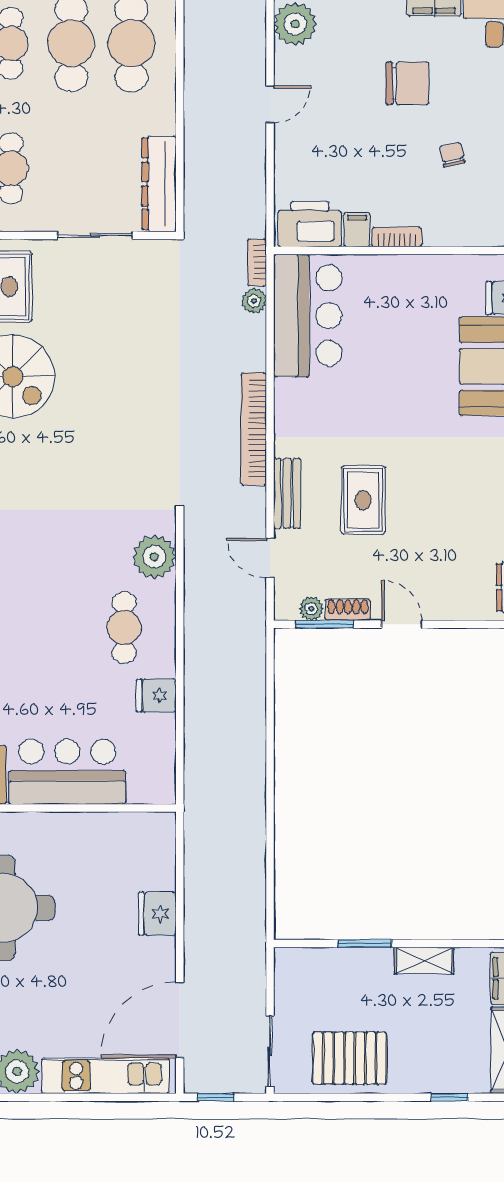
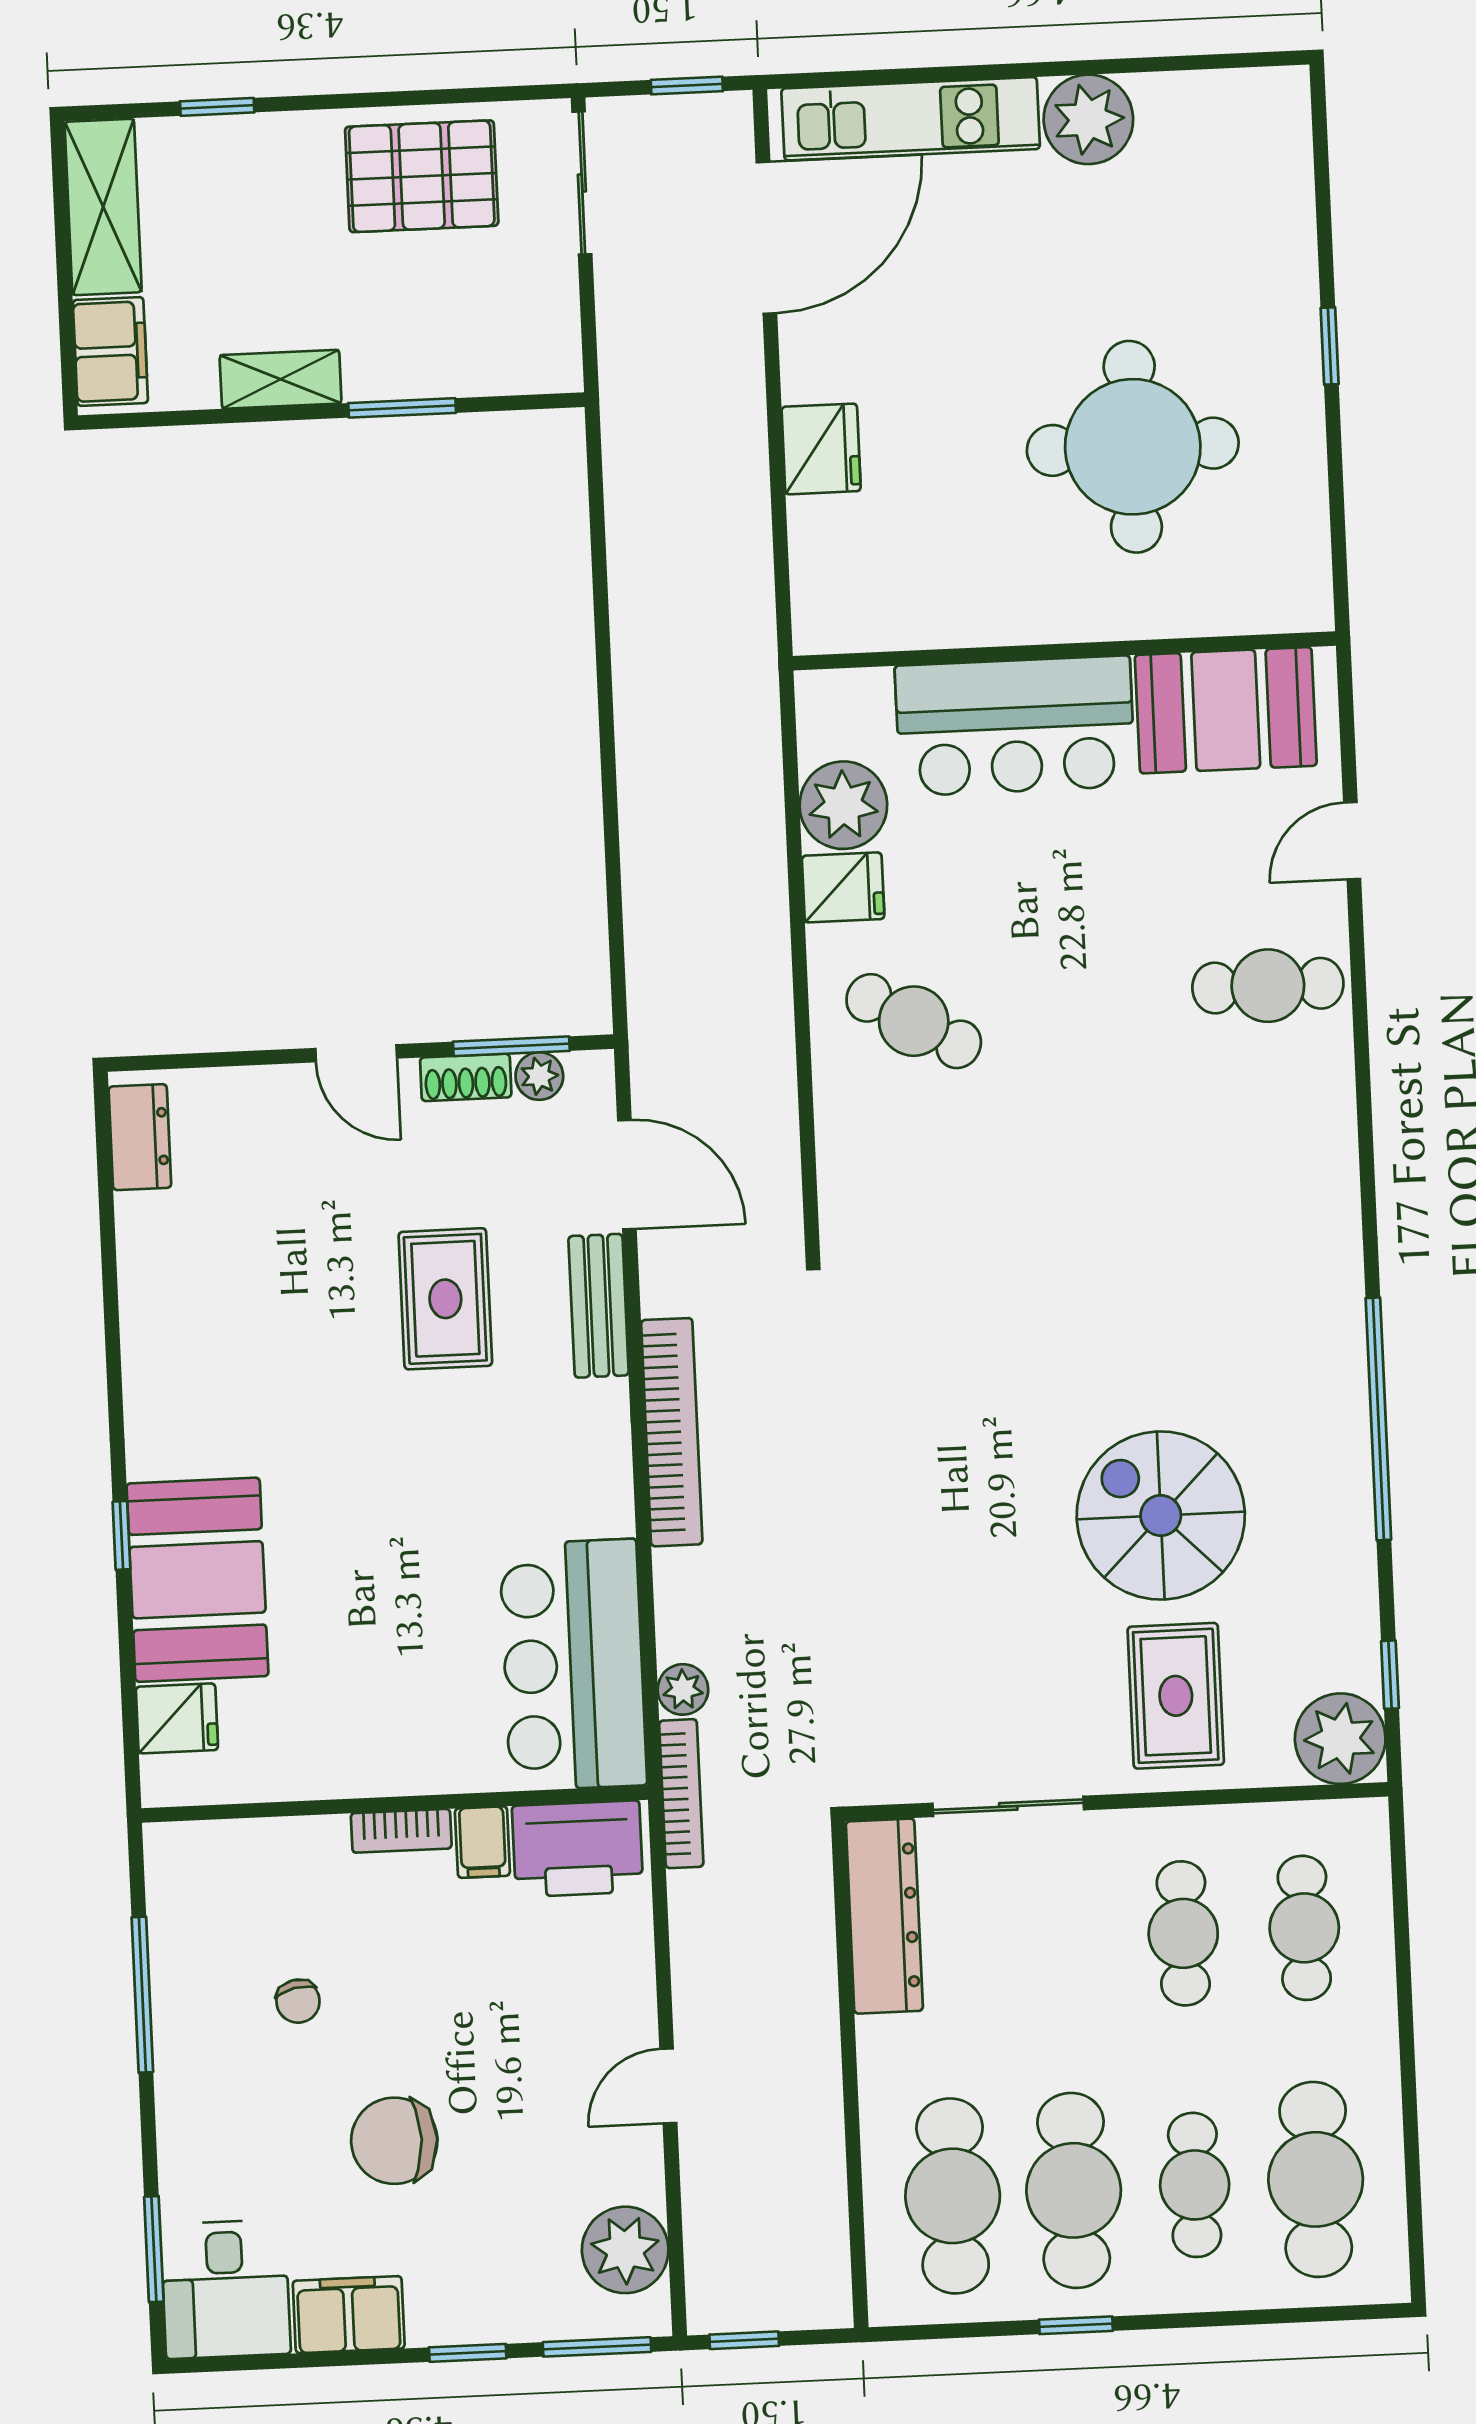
bookcase: (257, 262) -> (681, 1794), width x1.56
plant: (154, 557) -> (843, 805), moved
door: (270, 558) -> (627, 1175), width x1.38
cafe table: (124, 628) -> (914, 1021), turned -60

